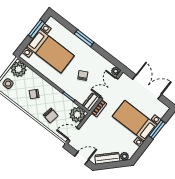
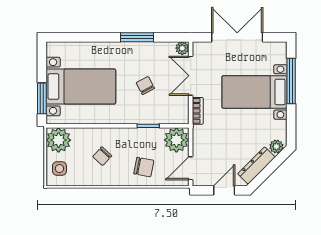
window: (36, 29) -> (42, 98), moved
window: (84, 38) -> (137, 37), moved
dresser: (91, 102) -> (181, 111), removed
window: (157, 130) -> (291, 81), width x1.44

